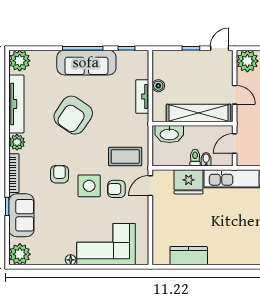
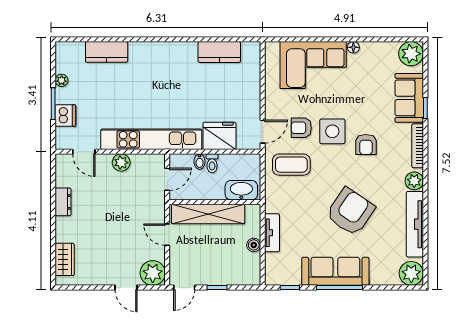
armchair: (116, 189) -> (301, 128), turned 180

